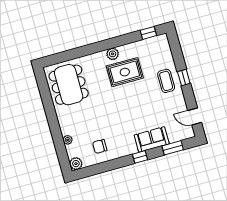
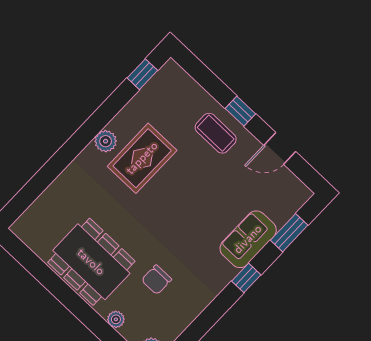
dining table: (69, 85) -> (91, 262), moved
door: (195, 116) -> (280, 148), moved
chair: (100, 146) -> (157, 280), moved

